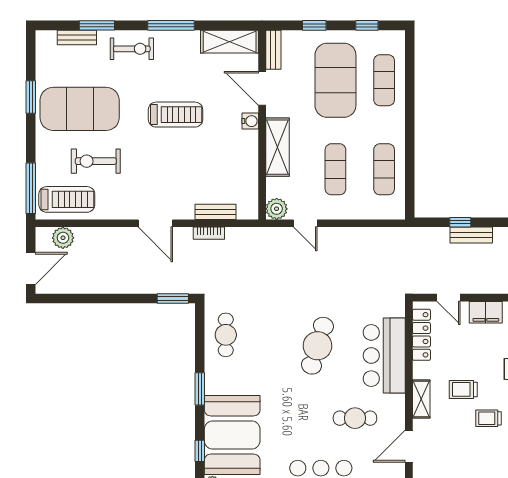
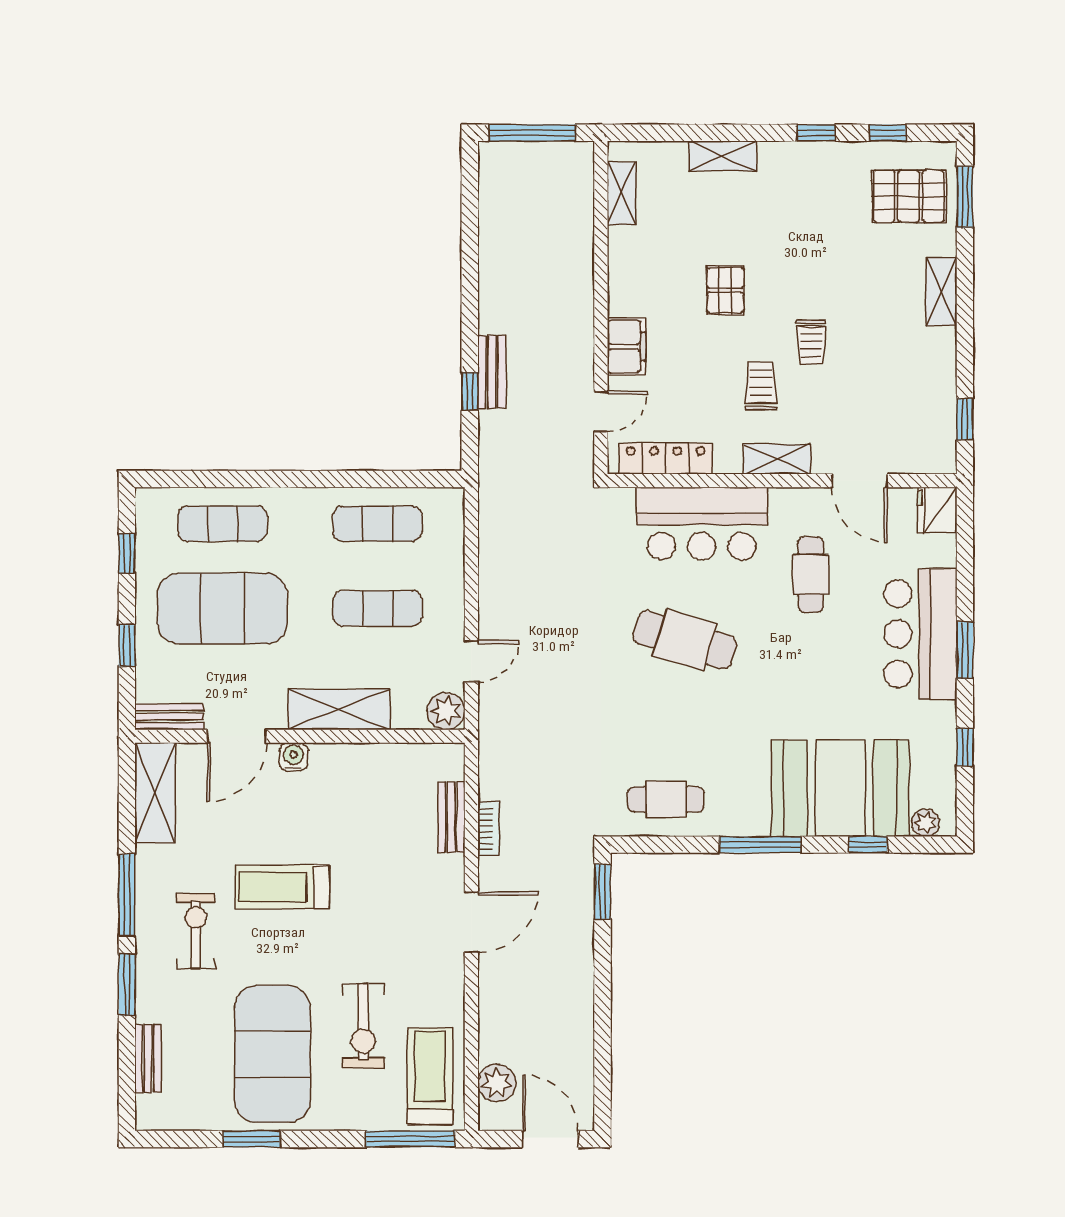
window: (97, 25) -> (127, 985), moved
exercise bike: (132, 49) -> (196, 931), moved
treadmill: (176, 115) -> (282, 887), turned -90
window: (200, 389) -> (760, 845), width x1.44
trolley: (463, 389) -> (761, 386), turned 180

